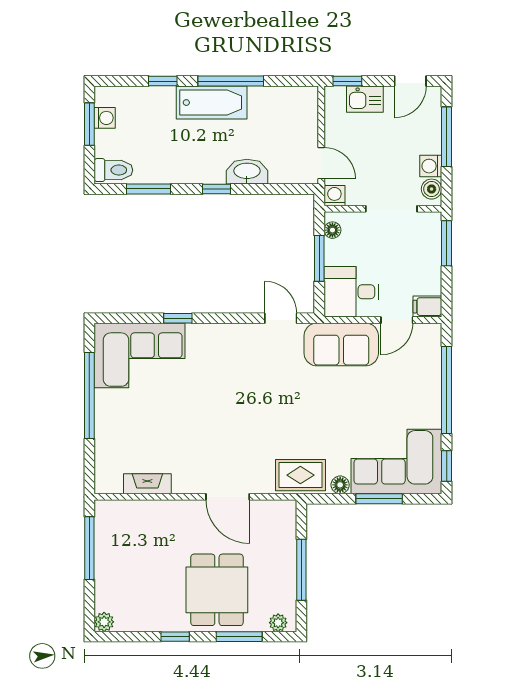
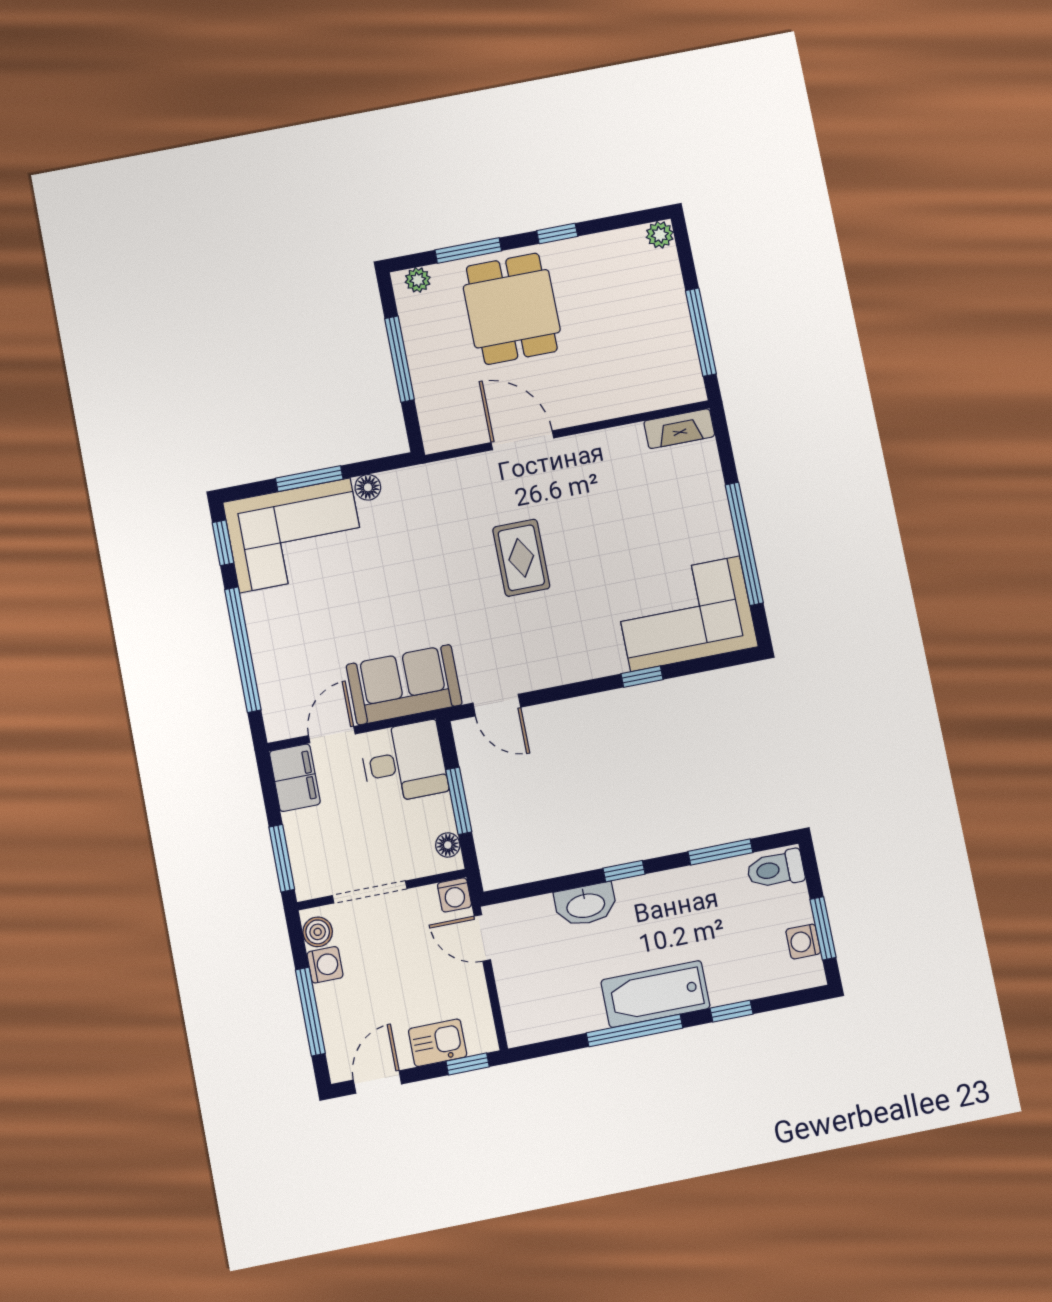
filing cabinet: (427, 307) -> (295, 778), width x2.00
rug: (300, 475) -> (521, 558), moved, turned 90
fireplace: (147, 484) -> (679, 429), moved

